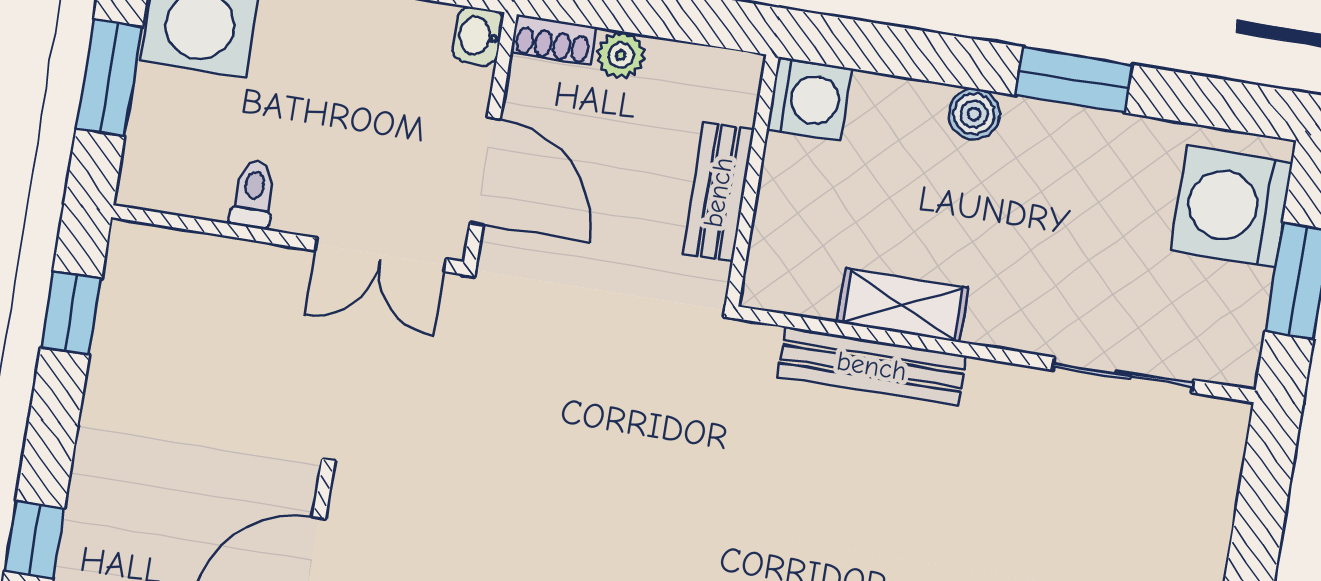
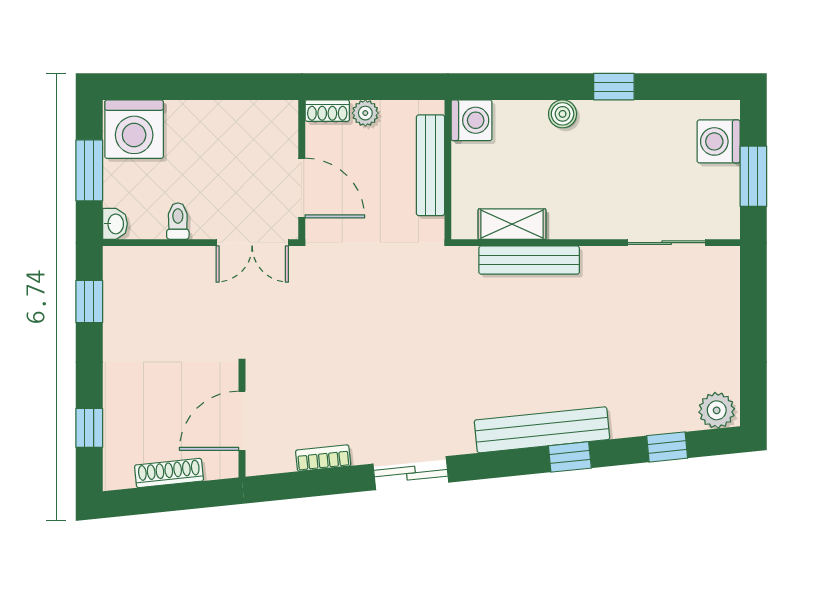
washbasin: (478, 36) -> (115, 224), moved, turned 180
window: (1074, 80) -> (614, 87), width x0.67
bench: (718, 192) -> (430, 165), width x1.36
washing machine: (1231, 206) -> (719, 141), width x0.73, depth x0.73
shelving: (903, 305) -> (512, 224), moved

